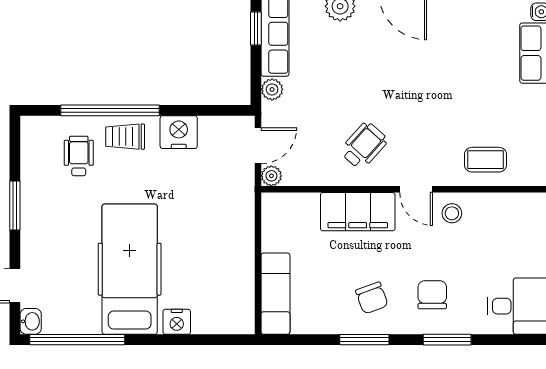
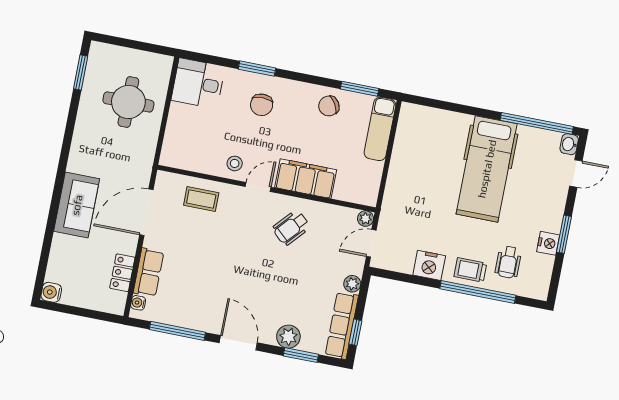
trolley: (125, 137) -> (470, 270), turned 180
door: (416, 189) -> (258, 187), hinge flipped
chair: (372, 298) -> (329, 106), moved, turned -100
nightstand: (177, 322) -> (548, 243), moved, turned 90
window: (364, 340) -> (360, 89), moved

